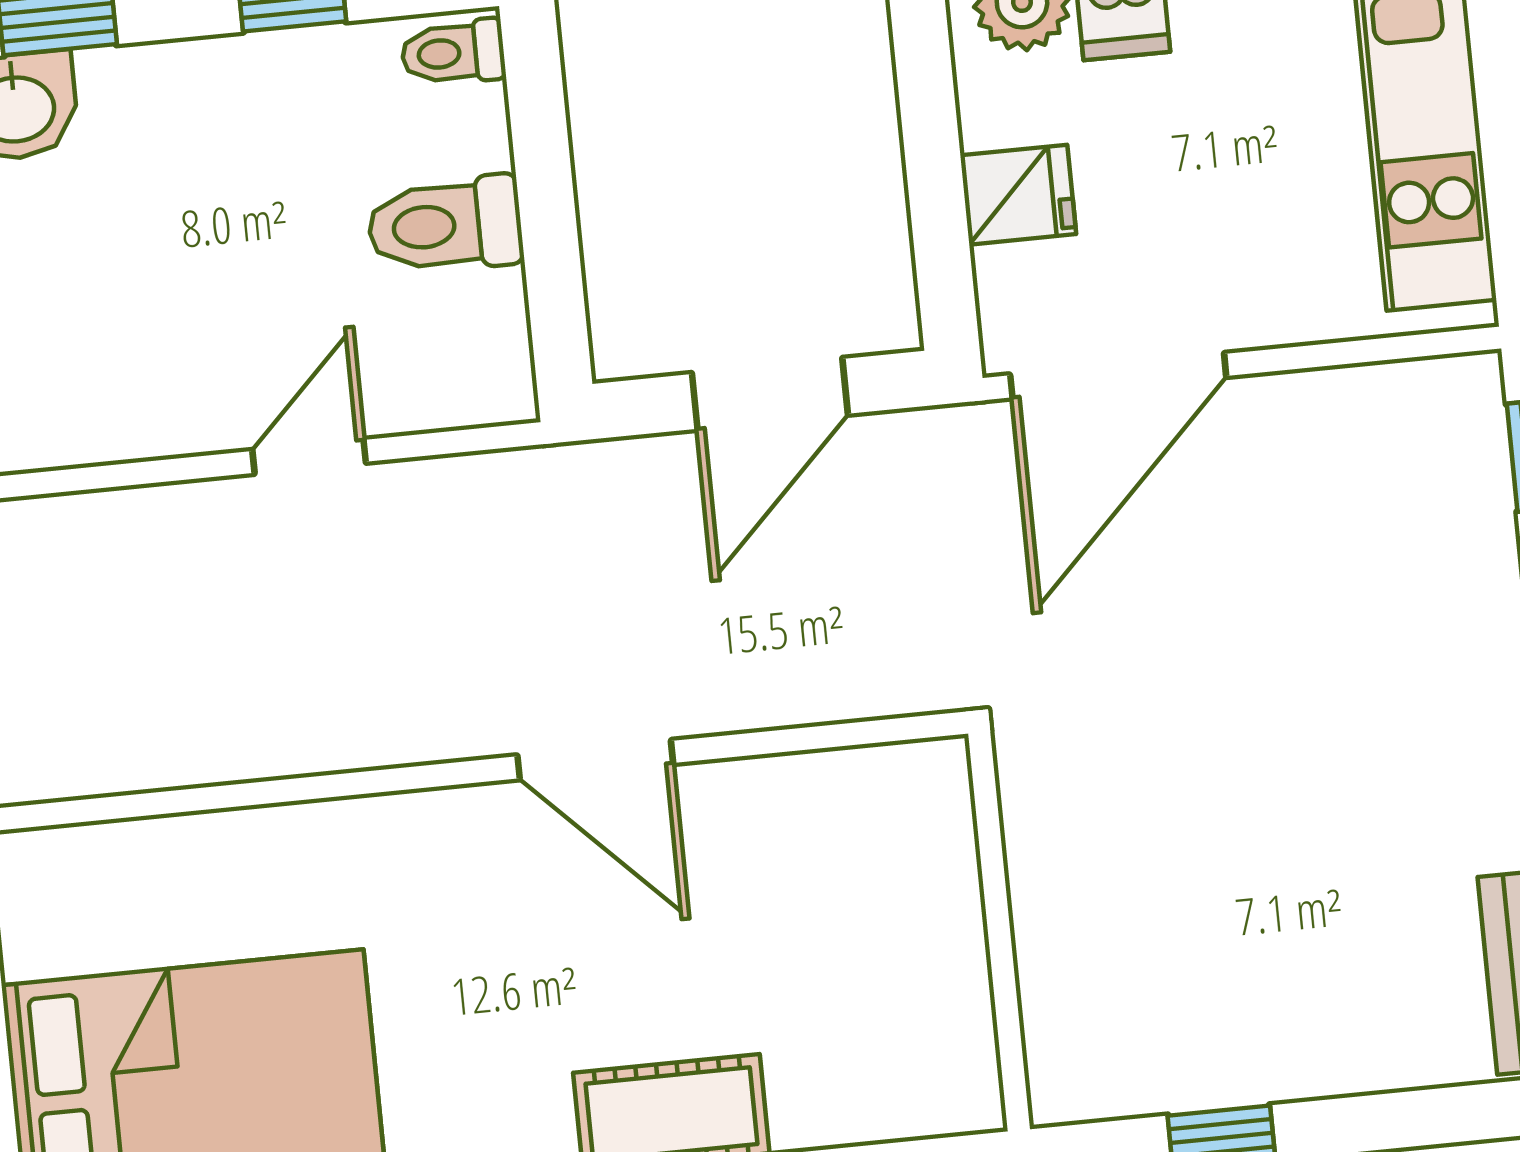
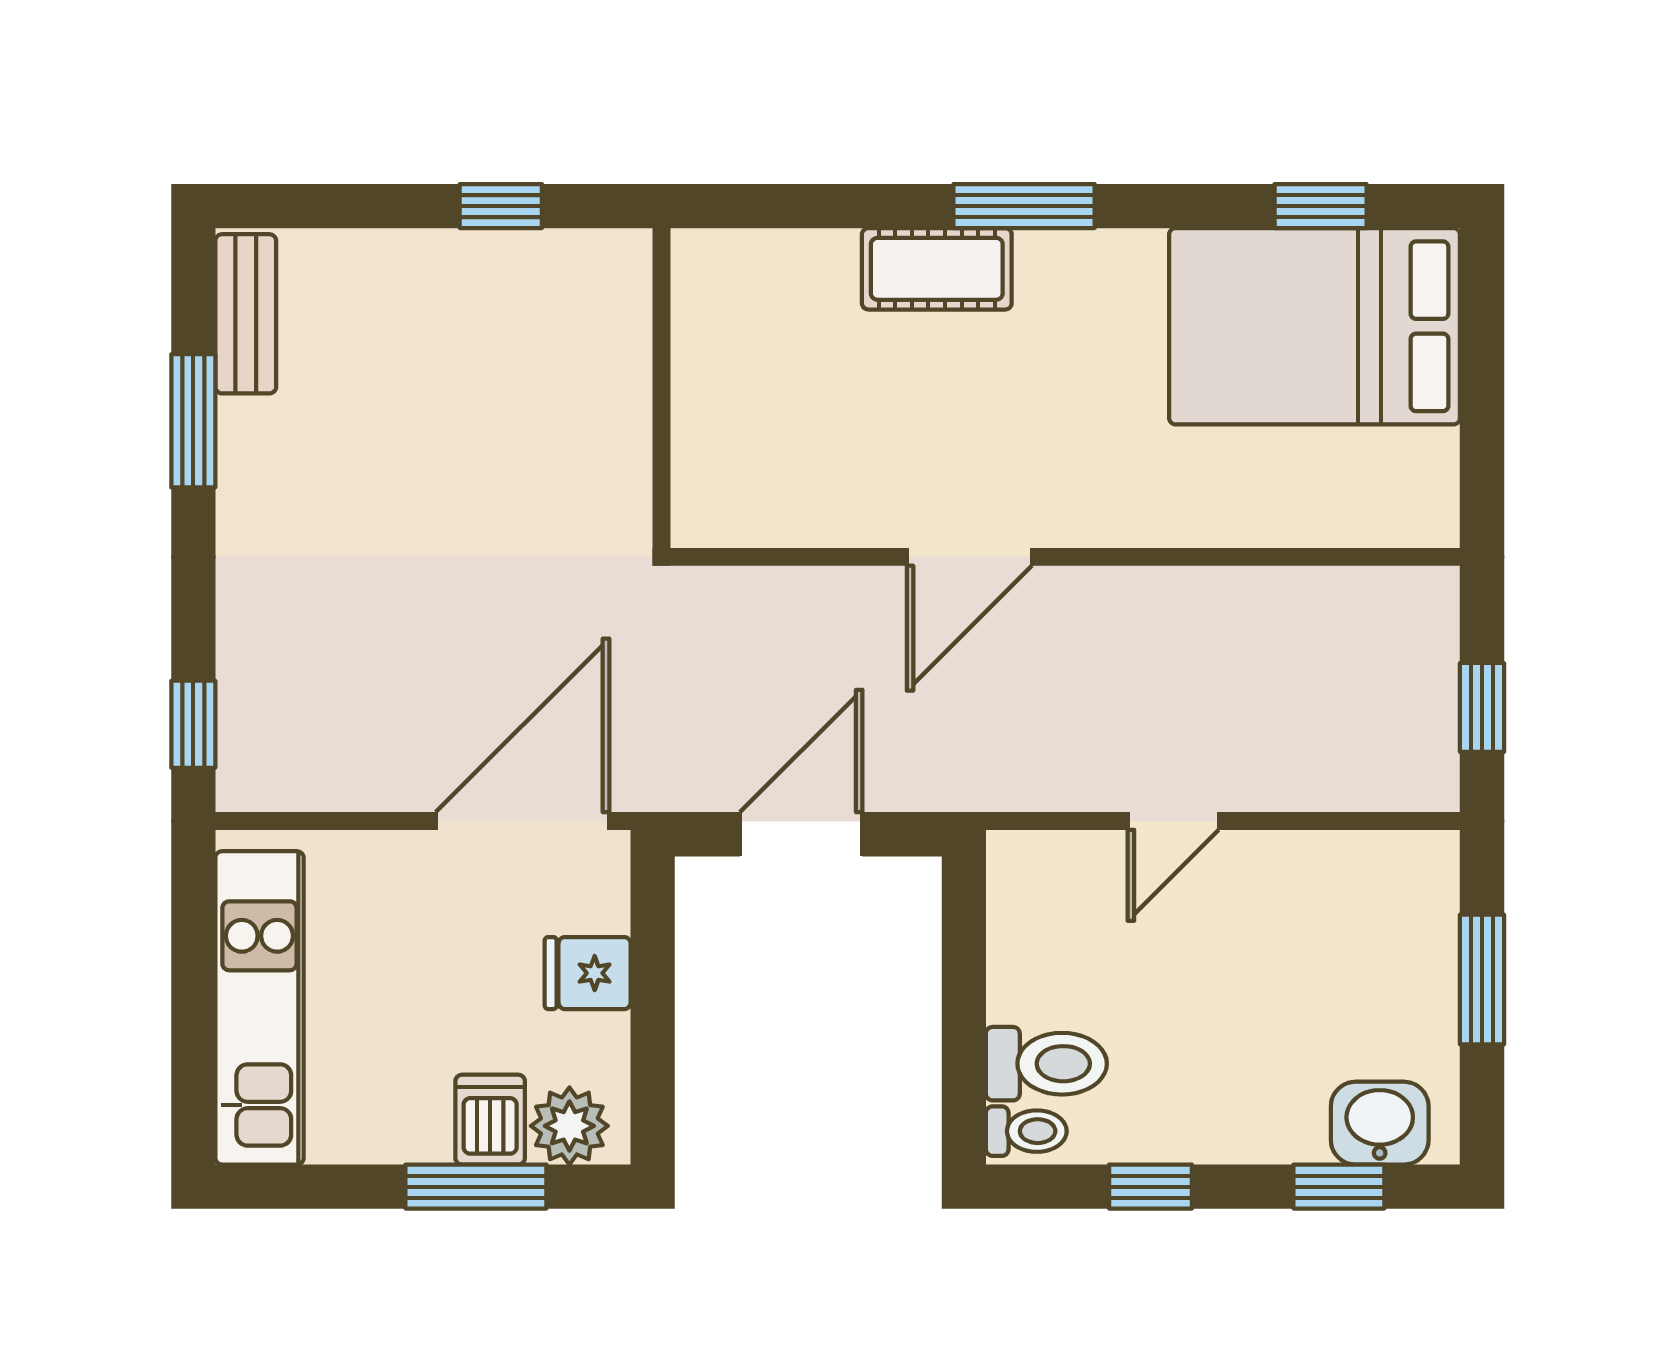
toilet: (445, 225) -> (1046, 1064), moved
door: (595, 760) -> (969, 557), swing flipped

